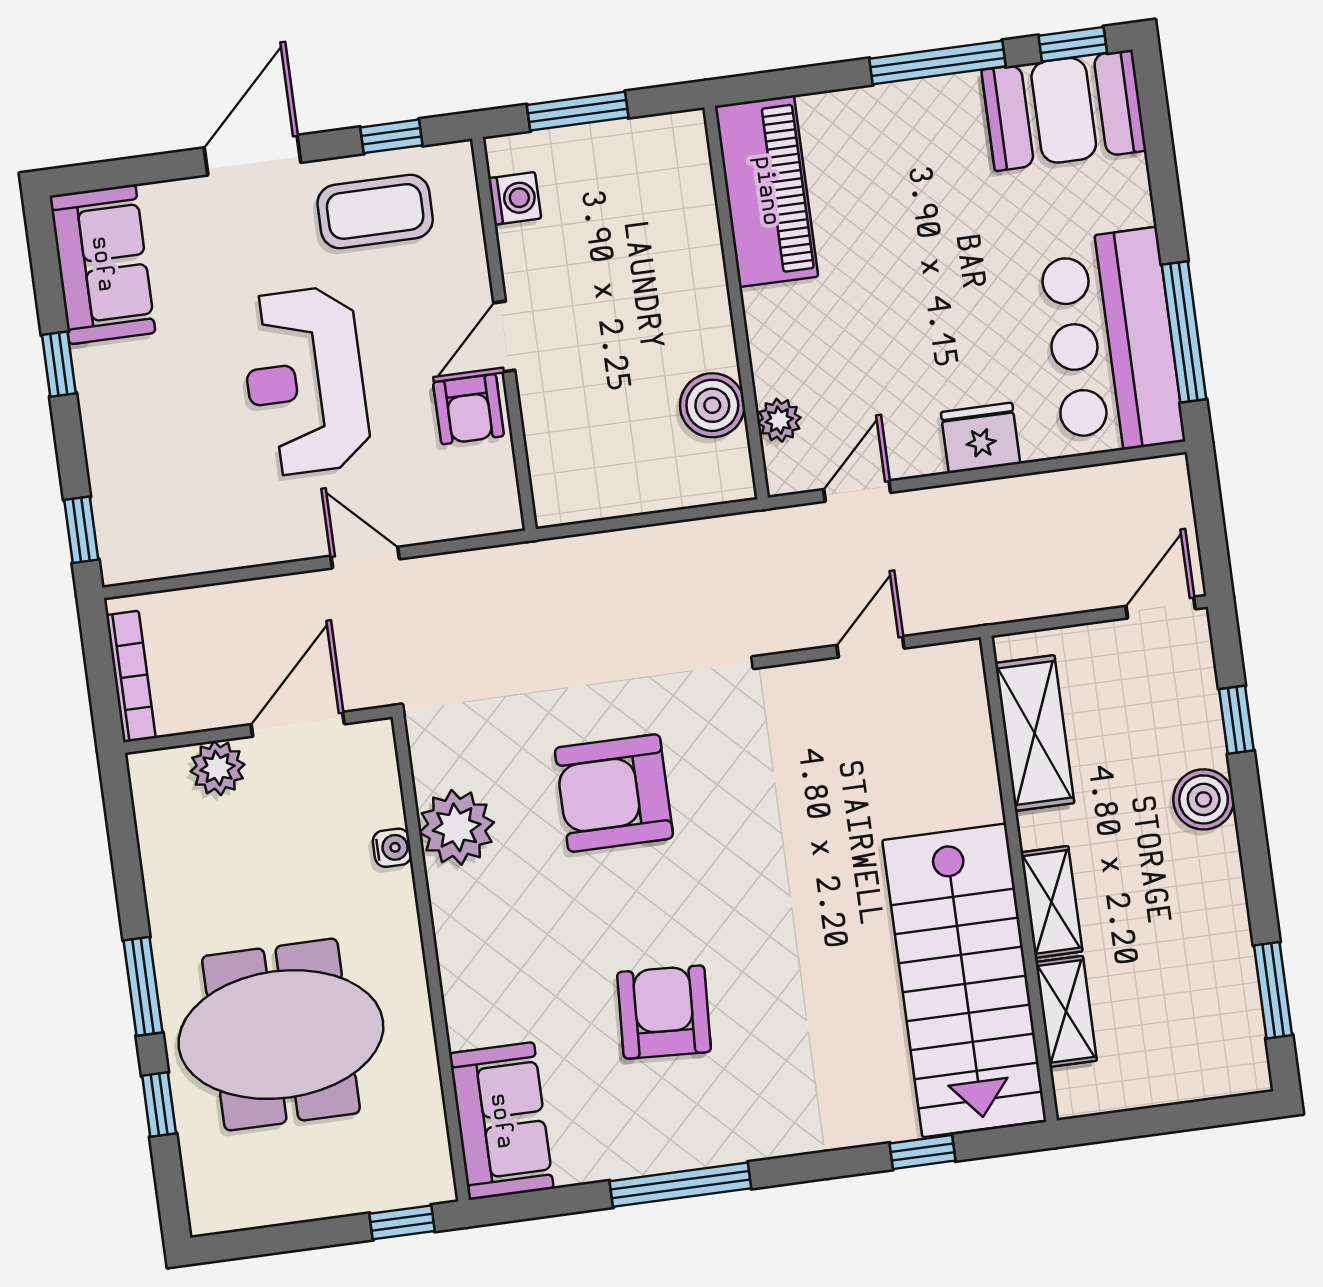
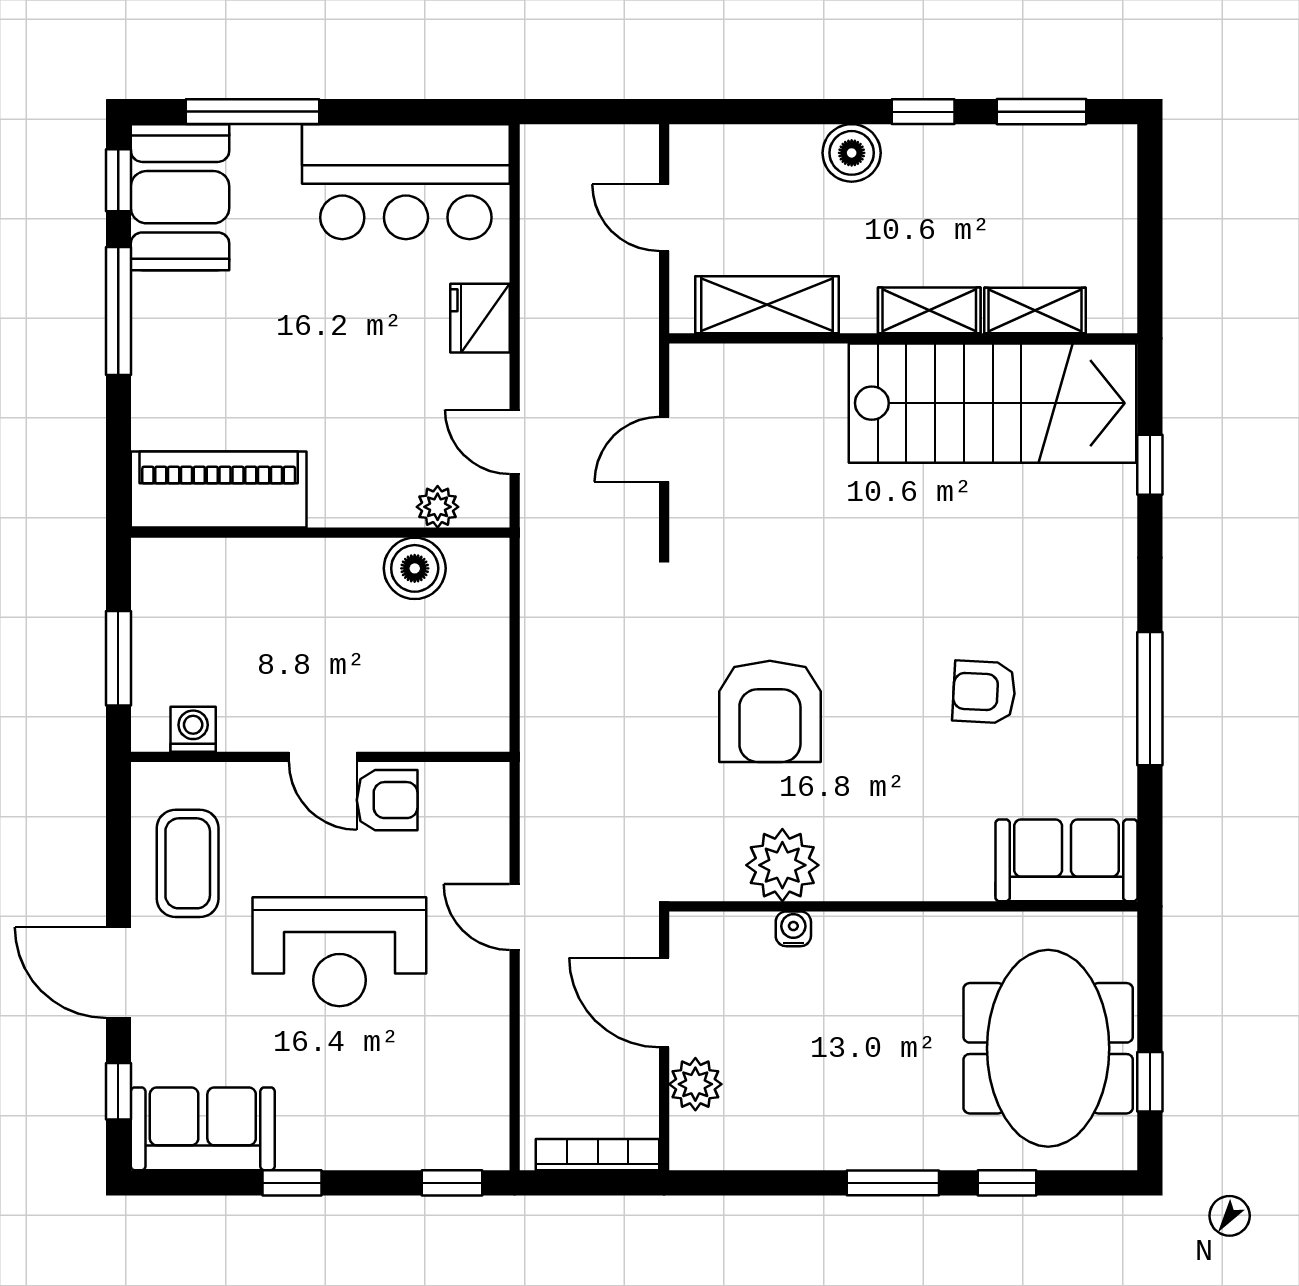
window: (391, 136) -> (118, 1091), moved
window: (1184, 332) -> (253, 112), moved
door: (365, 558) -> (515, 917), hinge flipped
door: (1161, 608) -> (664, 218), moved
door: (871, 647) -> (664, 449), hinge flipped
window: (1236, 720) -> (923, 112), moved
armchair: (664, 1012) -> (984, 692), width x0.72, depth x0.72
meeting table: (281, 1035) -> (1048, 1048), moved
window: (402, 1222) -> (1150, 1082), moved

